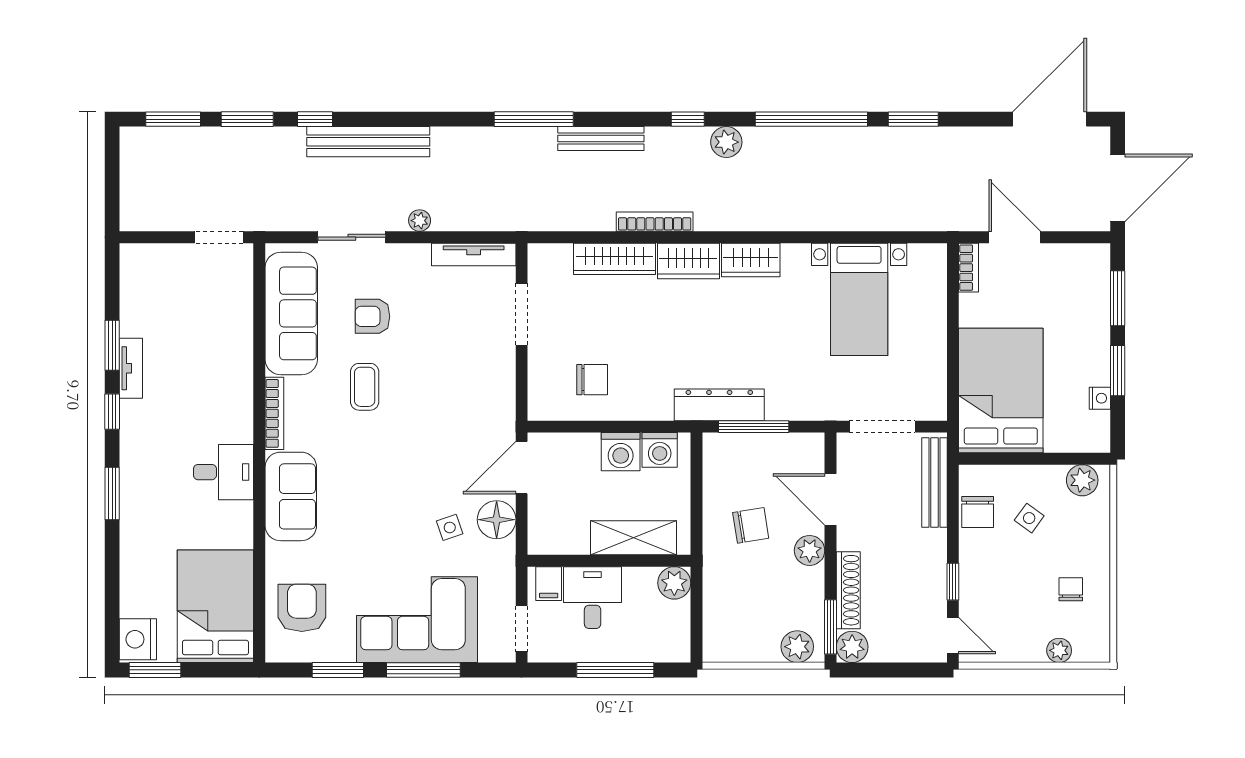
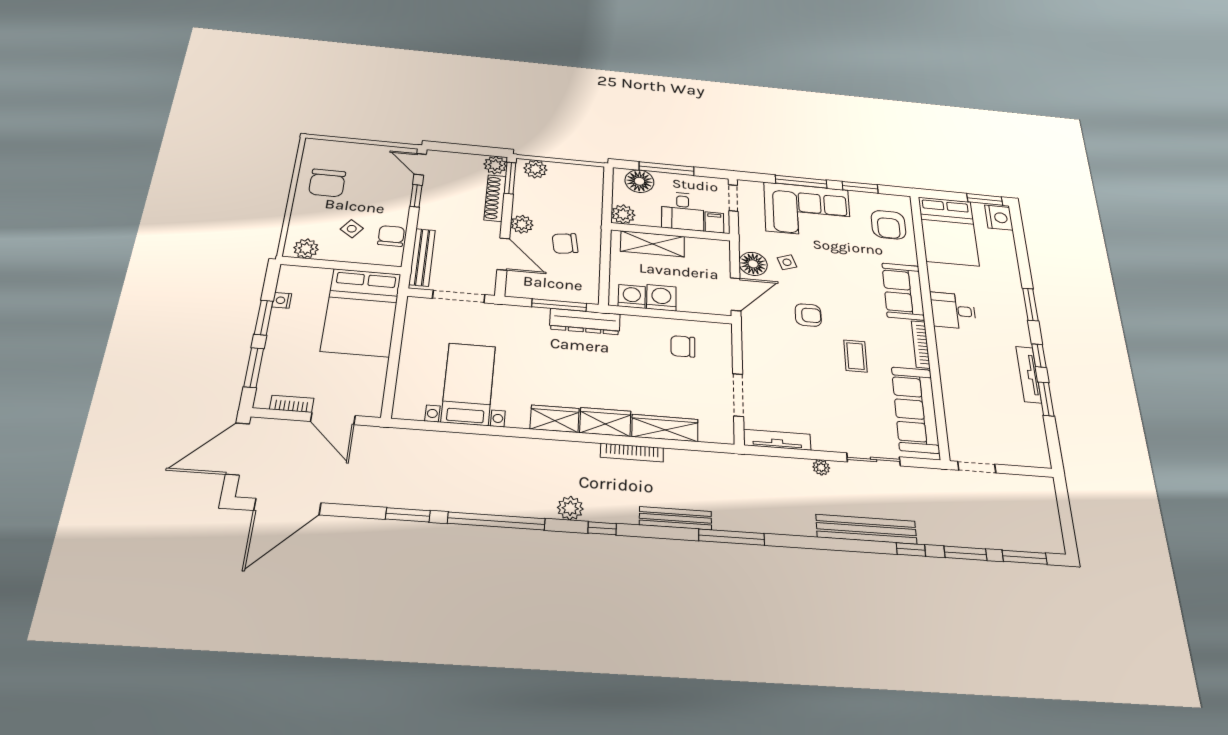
bookcase: (969, 268) -> (292, 404), moved, turned 90
armchair: (372, 316) -> (808, 315), moved
tv unit: (131, 368) -> (1029, 375), width x1.41
chair: (1071, 589) -> (327, 183), width x1.87, depth x1.87
floor lamp: (653, 643) -> (639, 181), added
plant: (1059, 650) -> (342, 148), removed

